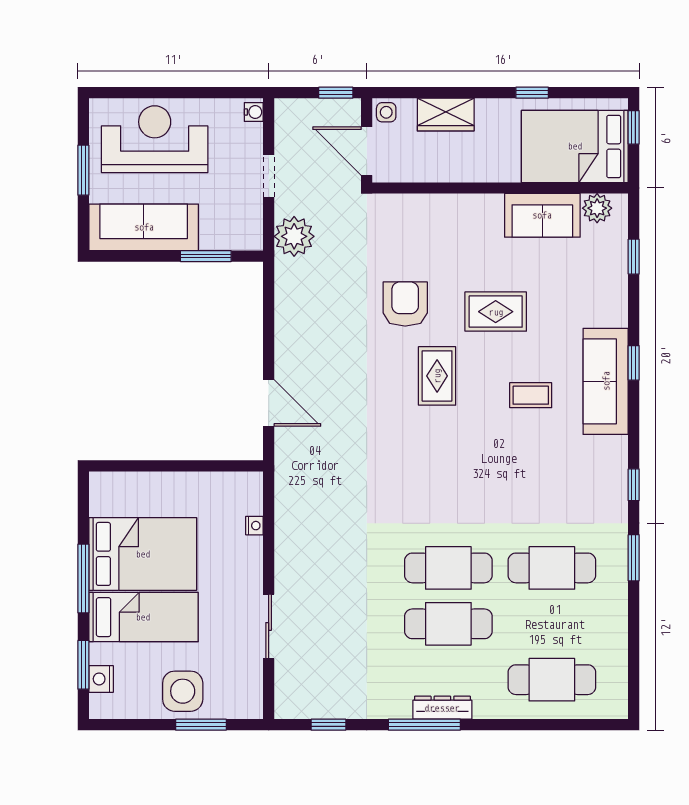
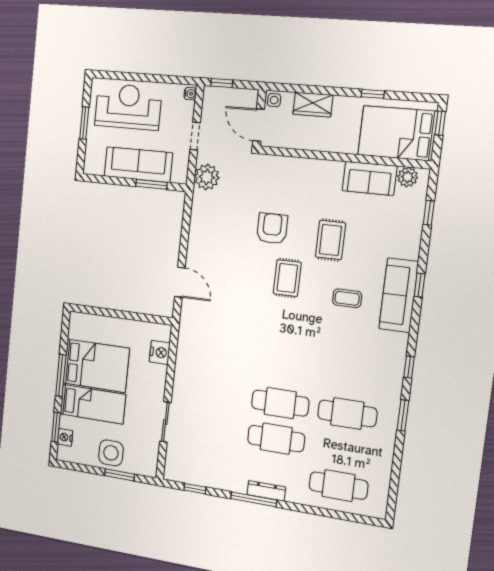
window: (336, 93) -> (222, 83), moved
sofa: (144, 227) -> (138, 165), moved
rug: (496, 312) -> (330, 240), turned 90
nightstand: (254, 526) -> (160, 352), width x1.89, depth x1.79

